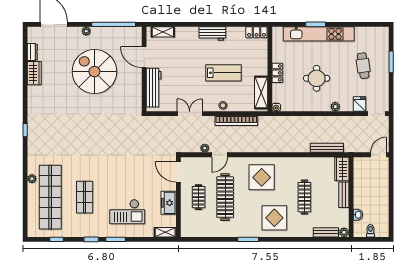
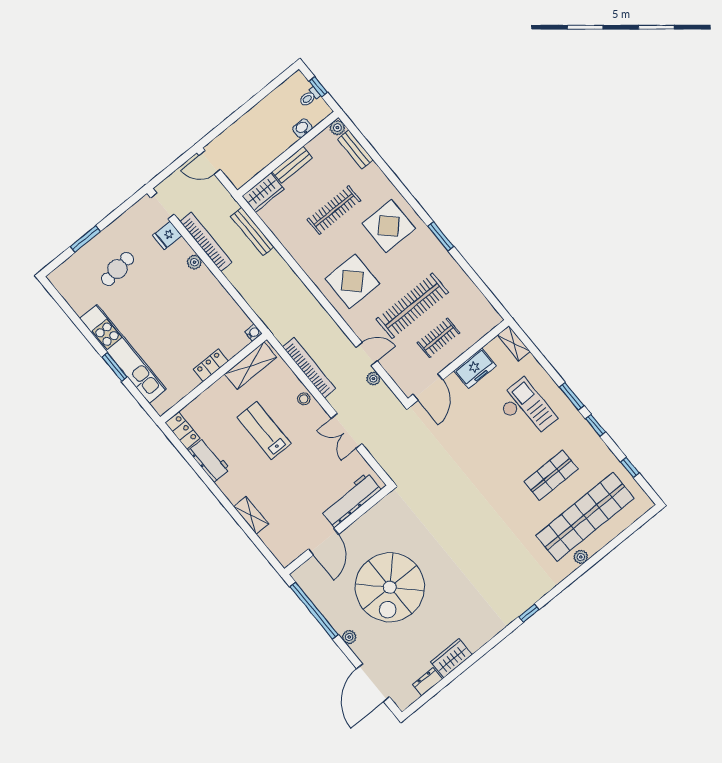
shelving: (163, 32) -> (251, 515), moved
workbench: (212, 34) -> (209, 460), moved
round table: (317, 78) -> (179, 313), removed
bookcase: (341, 121) -> (206, 242), added
window: (372, 239) -> (318, 87), added

